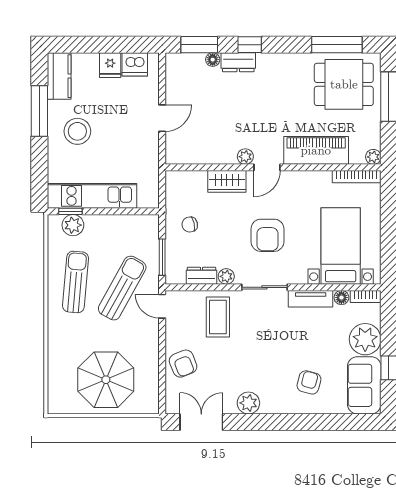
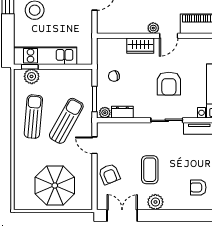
plant: (226, 276) -> (105, 113), moved
door: (162, 306) -> (95, 145), moved
coffee table: (218, 317) -> (150, 170), moved
armchair: (309, 382) -> (198, 187), turned -105

